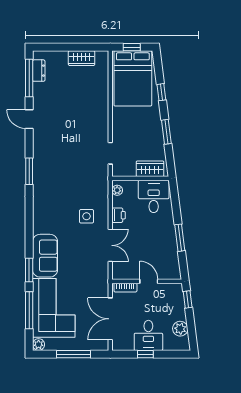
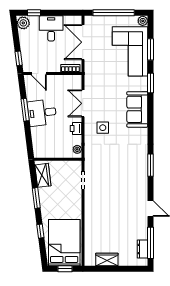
wardrobe: (150, 169) -> (43, 175), moved, turned -97
desk: (154, 196) -> (42, 113), moved, turned 83
sofa: (45, 256) -> (137, 109), moved
door: (149, 281) -> (39, 73), moved
window: (29, 310) -> (151, 49), width x0.69
double door: (110, 319) -> (83, 42), swing flipped
plant: (180, 329) -> (23, 23), moved
window: (73, 354) -> (114, 13), width x1.46
window: (145, 354) -> (34, 13), moved

